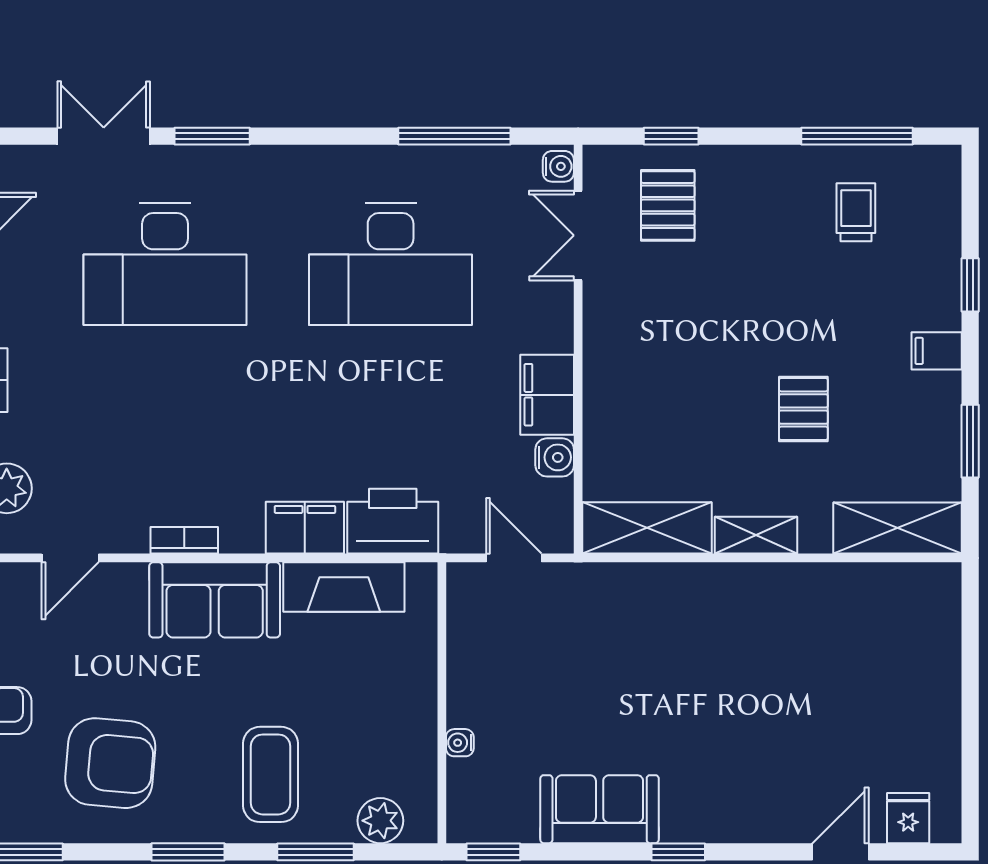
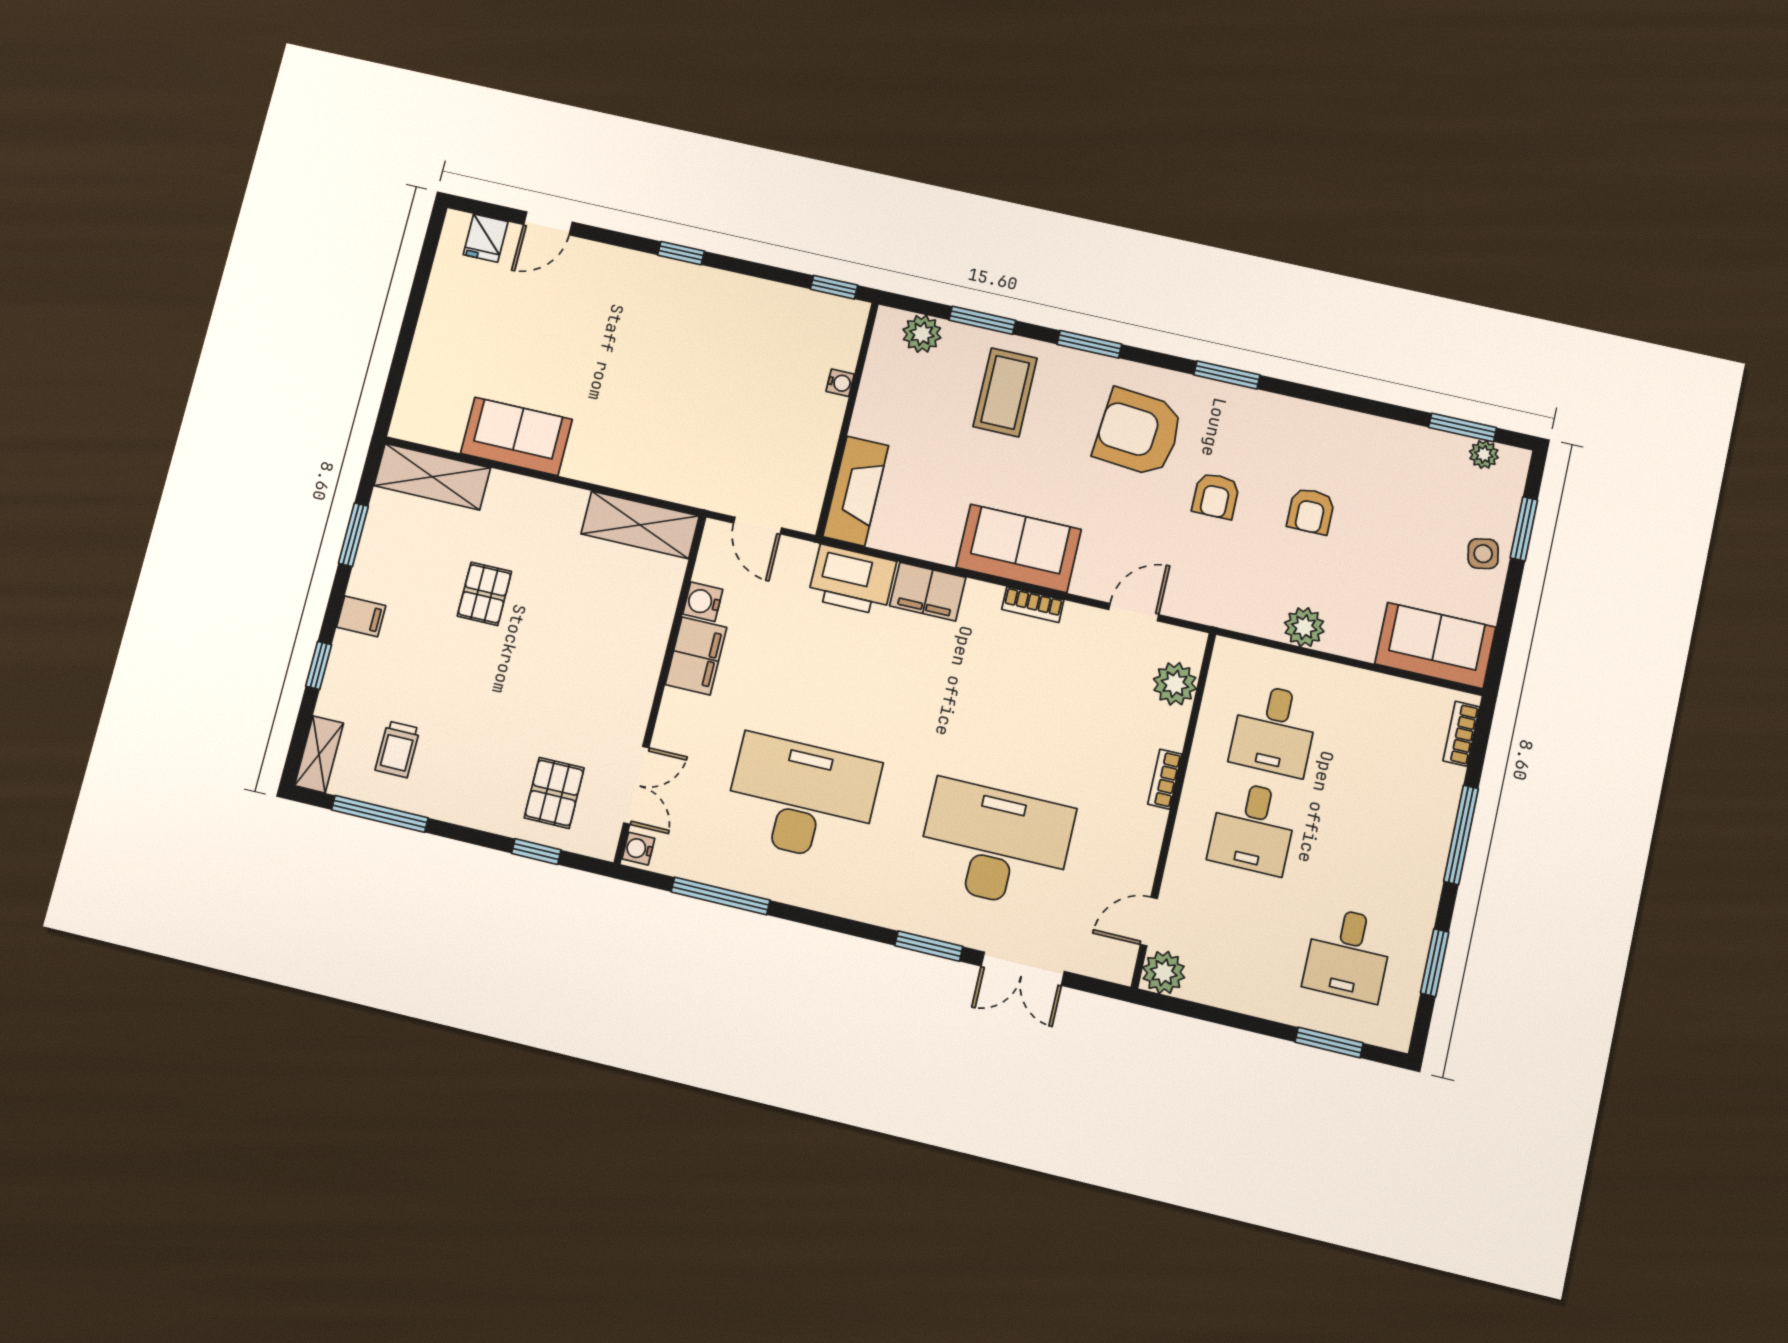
shelving: (756, 535) -> (319, 754), moved, turned 90
fireplace: (344, 587) -> (856, 491), moved, turned 90
sofa: (600, 809) -> (516, 436), moved, turned 180

